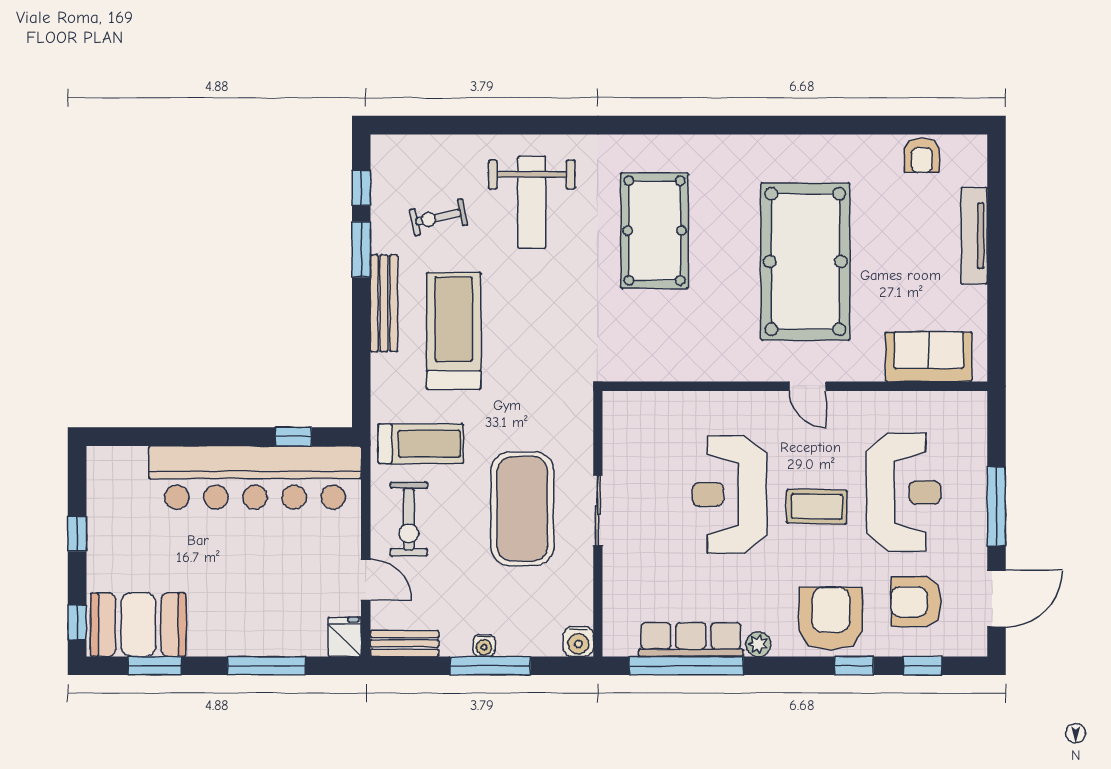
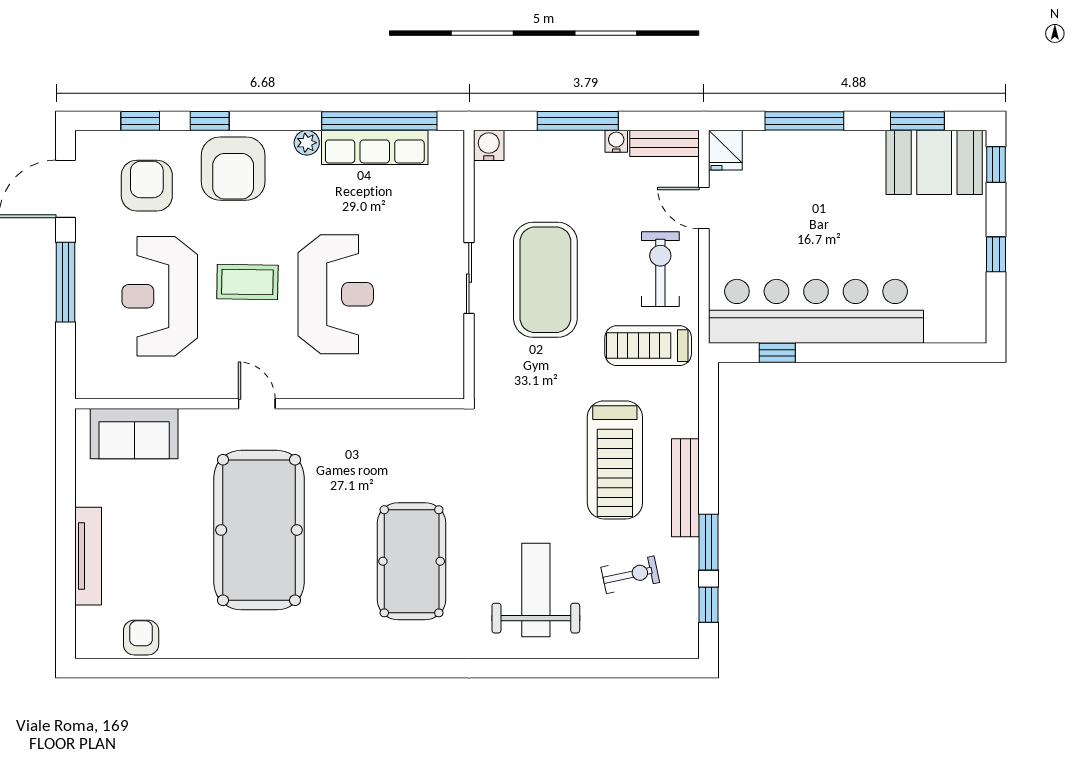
armchair: (916, 602) -> (147, 186), turned -90
water cooler: (484, 646) -> (616, 141), moved

